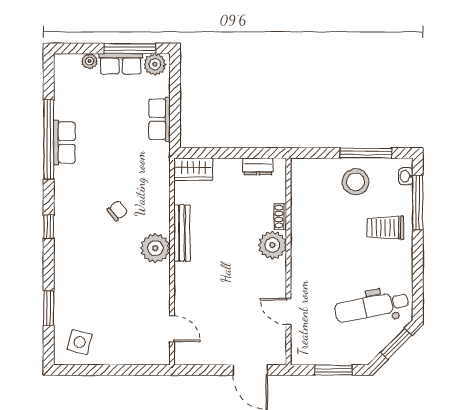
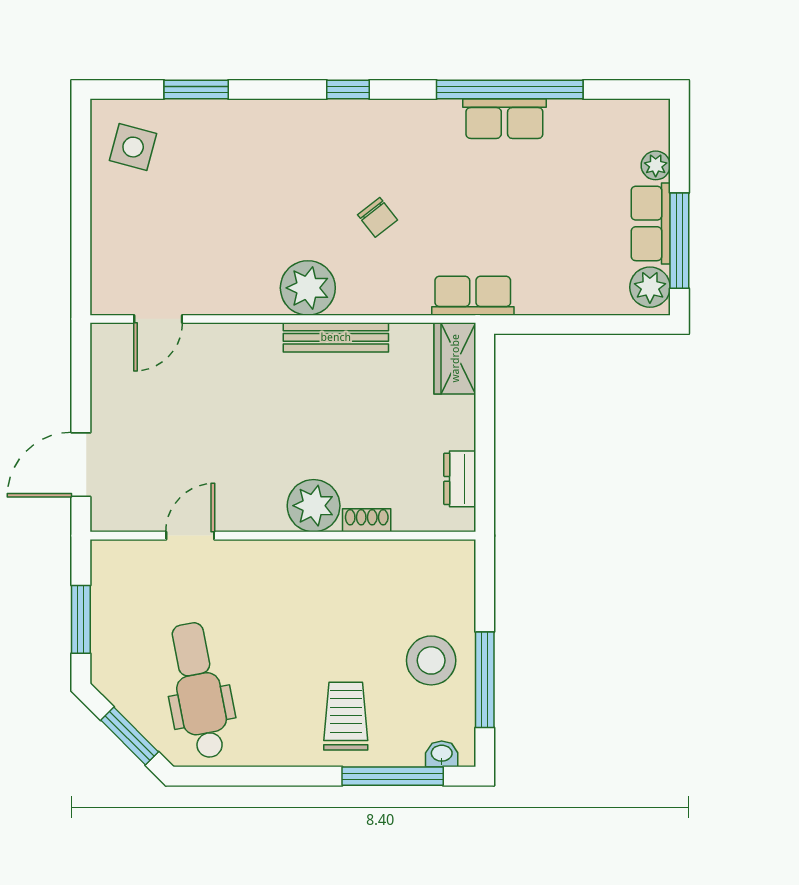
row of seats: (159, 119) -> (473, 296), moved

